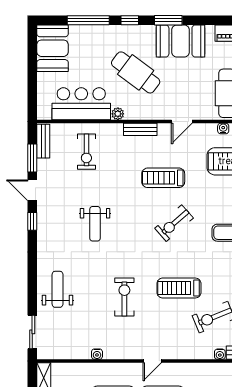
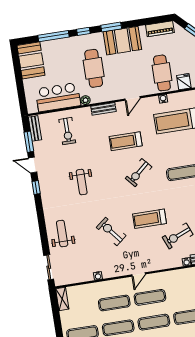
cafe table: (136, 72) -> (94, 68), turned 53
exercise bike: (124, 297) -> (111, 232), turned -39

